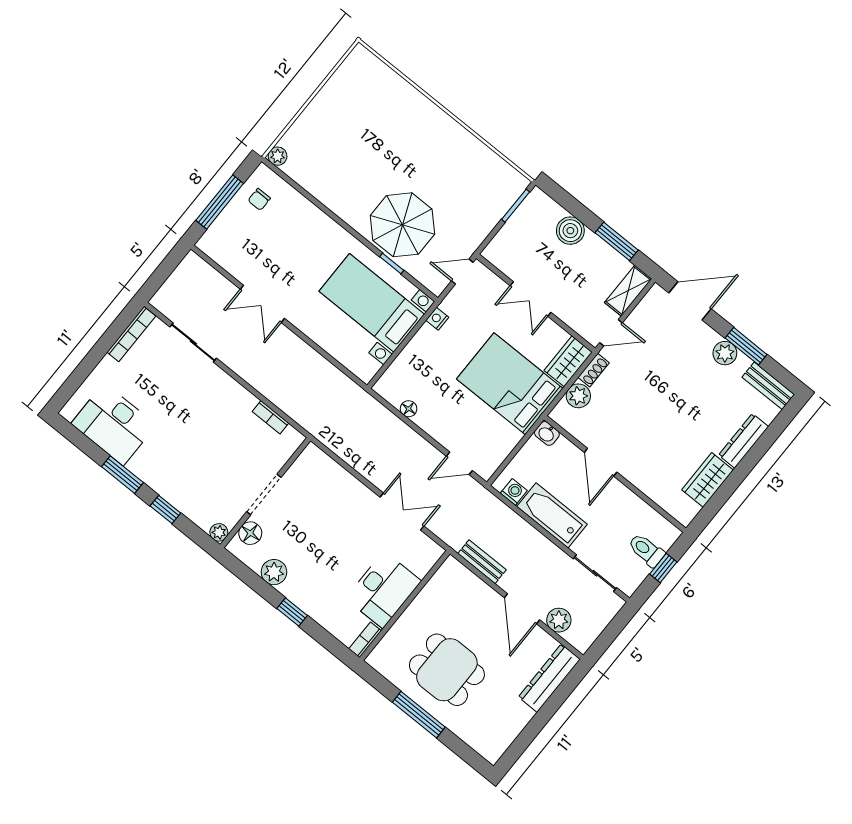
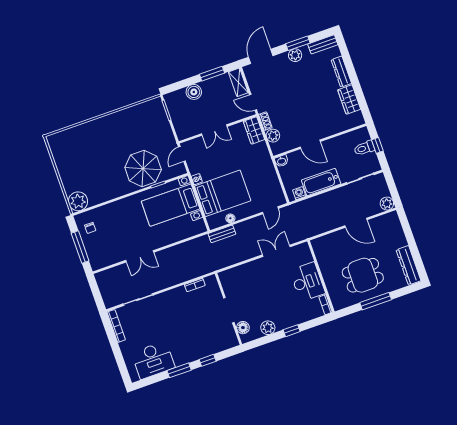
plant: (278, 156) -> (78, 201), width x1.88, depth x1.88
door: (611, 333) -> (253, 102), swing flipped
bed: (510, 384) -> (223, 193), moved, turned 180
plant: (219, 532) -> (234, 342), removed
bench: (482, 562) -> (222, 234), moved
plant: (559, 620) -> (387, 204), moved
dresser: (549, 678) -> (408, 265), moved

